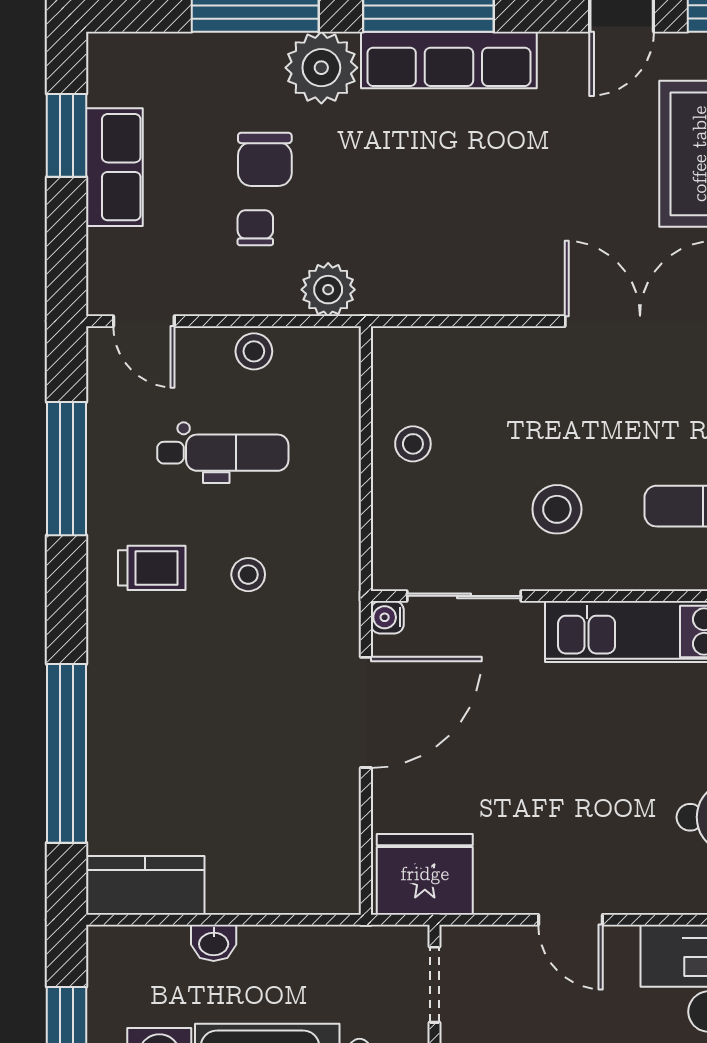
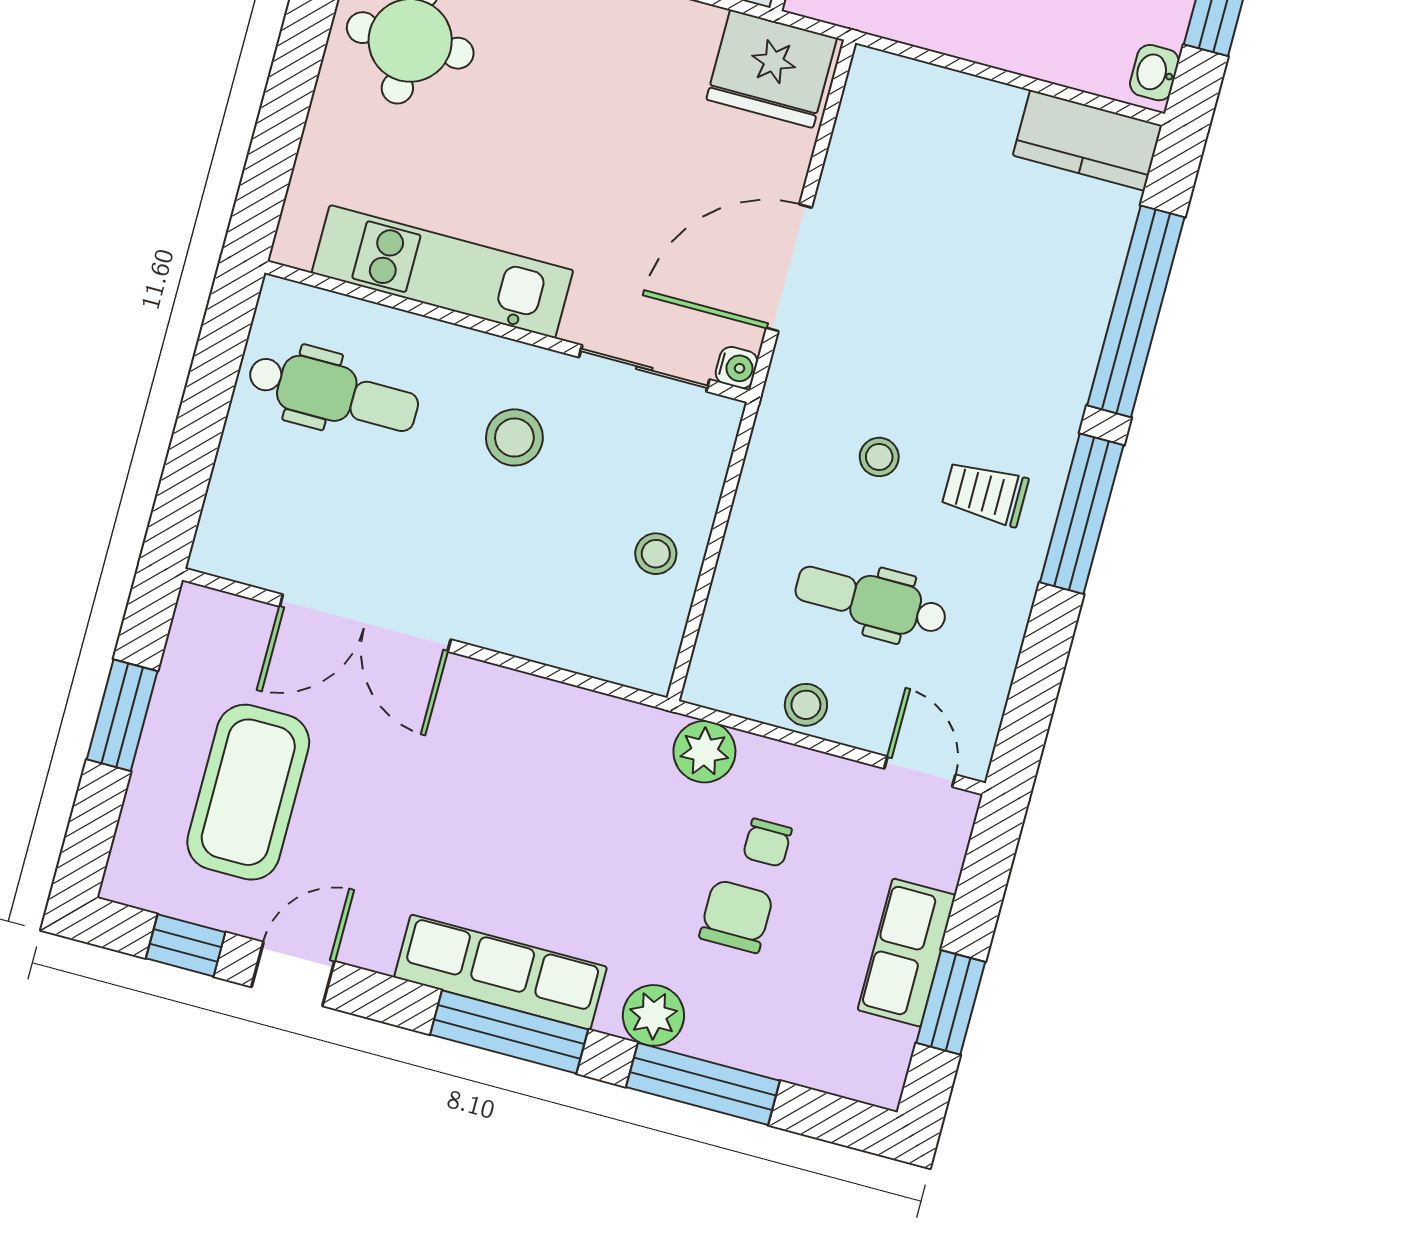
plant: (321, 68) -> (653, 1015), width x0.73, depth x0.73
window: (67, 469) -> (1082, 514), moved
washbasin: (214, 943) -> (1154, 73), moved, turned -90

